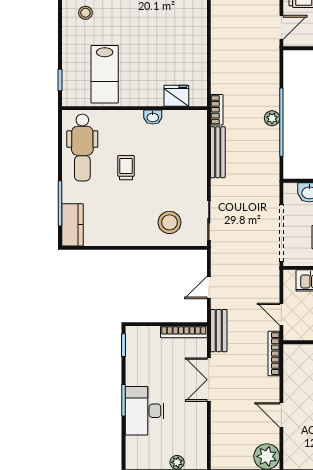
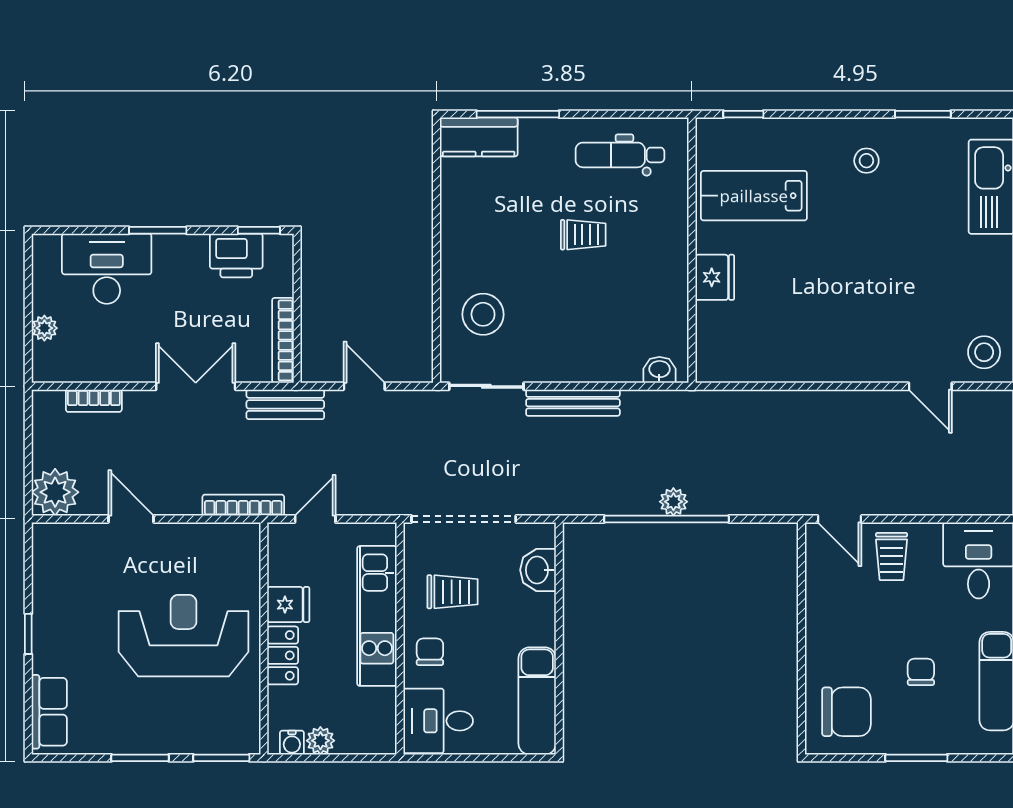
fridge: (176, 96) -> (715, 277), moved
bookcase: (217, 110) -> (94, 401), moved
washbasin: (153, 117) -> (659, 370), moved, turned 90
dental chair: (82, 147) -> (620, 155), width x0.73, depth x0.72
bench: (218, 152) -> (573, 403), moved
printer: (137, 357) -> (236, 255), added
desk: (145, 411) -> (107, 269), moved
door: (281, 415) -> (131, 519), hinge flipped

